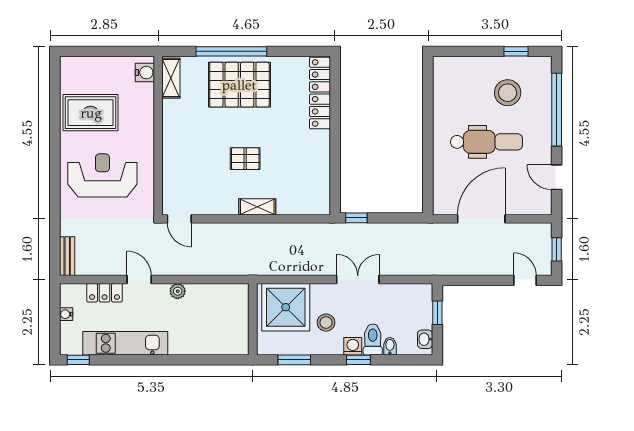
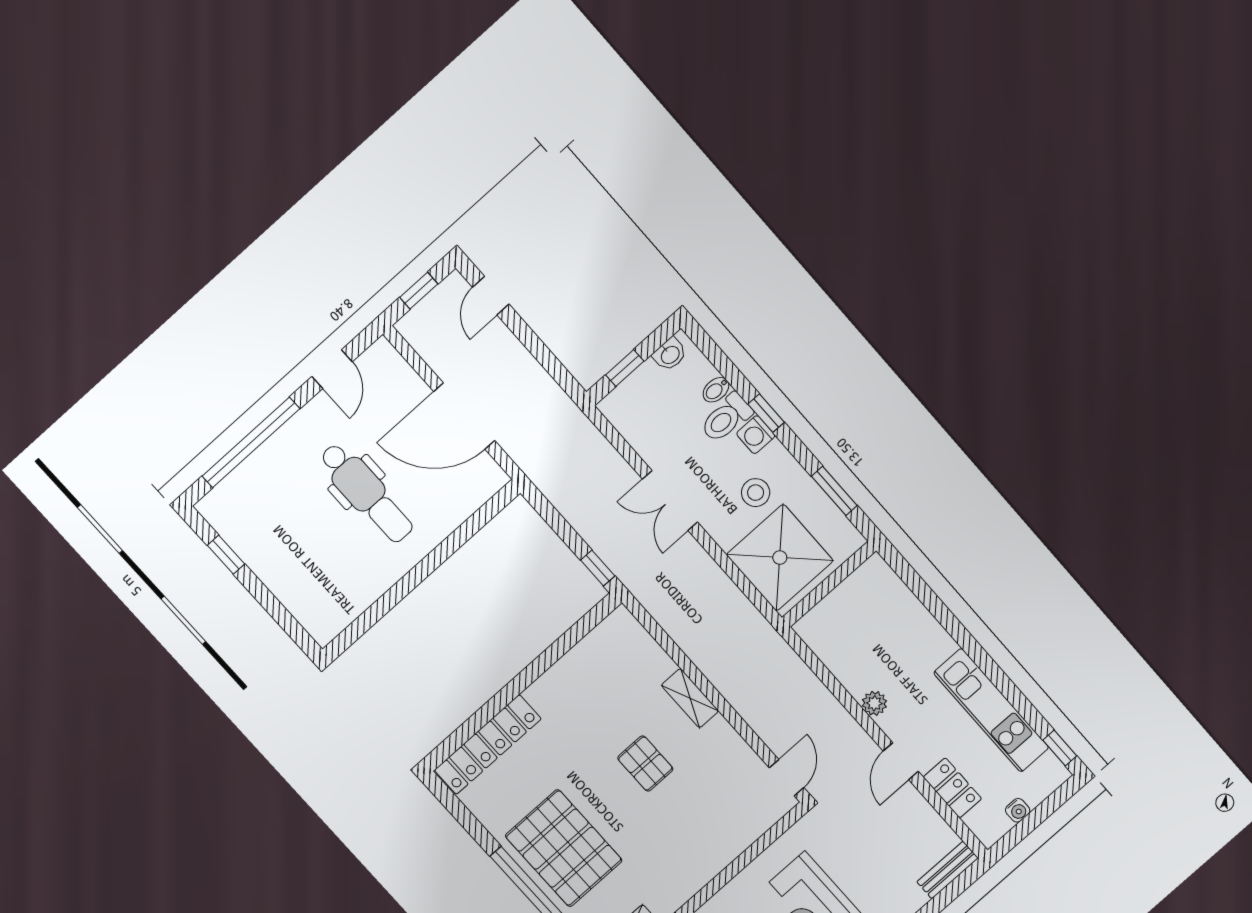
stool: (508, 93) -> (284, 520), removed
dental chair: (486, 142) -> (366, 493), turned 180

